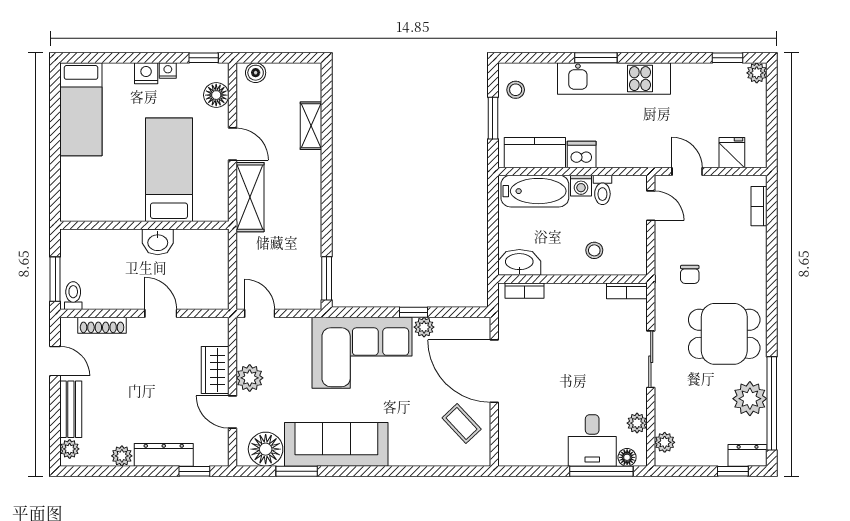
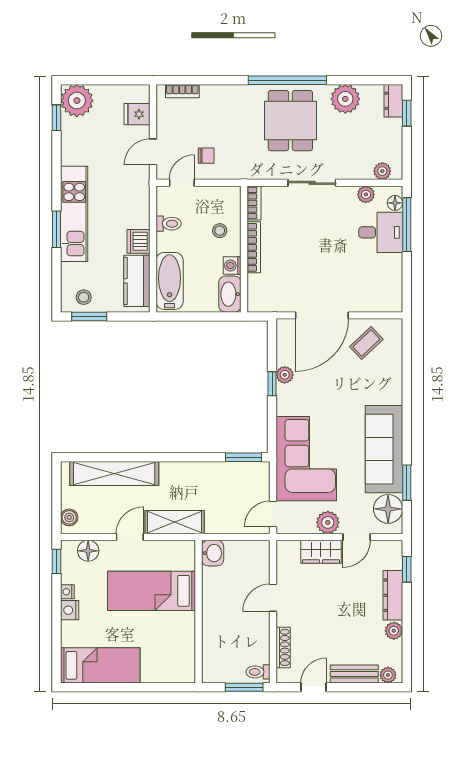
plant: (757, 73) -> (77, 101), width x1.88, depth x1.88
window: (493, 118) -> (89, 316), moved
shelving: (311, 126) -> (114, 474), width x2.20, depth x1.33
washing machine: (581, 186) -> (232, 266), moved, turned 180
washbasin: (158, 242) -> (213, 553), moved
chair: (690, 274) -> (206, 156), moved
bookcase: (524, 291) -> (254, 247), moved, width x1.56
corner sofa: (362, 353) -> (306, 459), moved
window: (772, 403) -> (287, 80), moved

